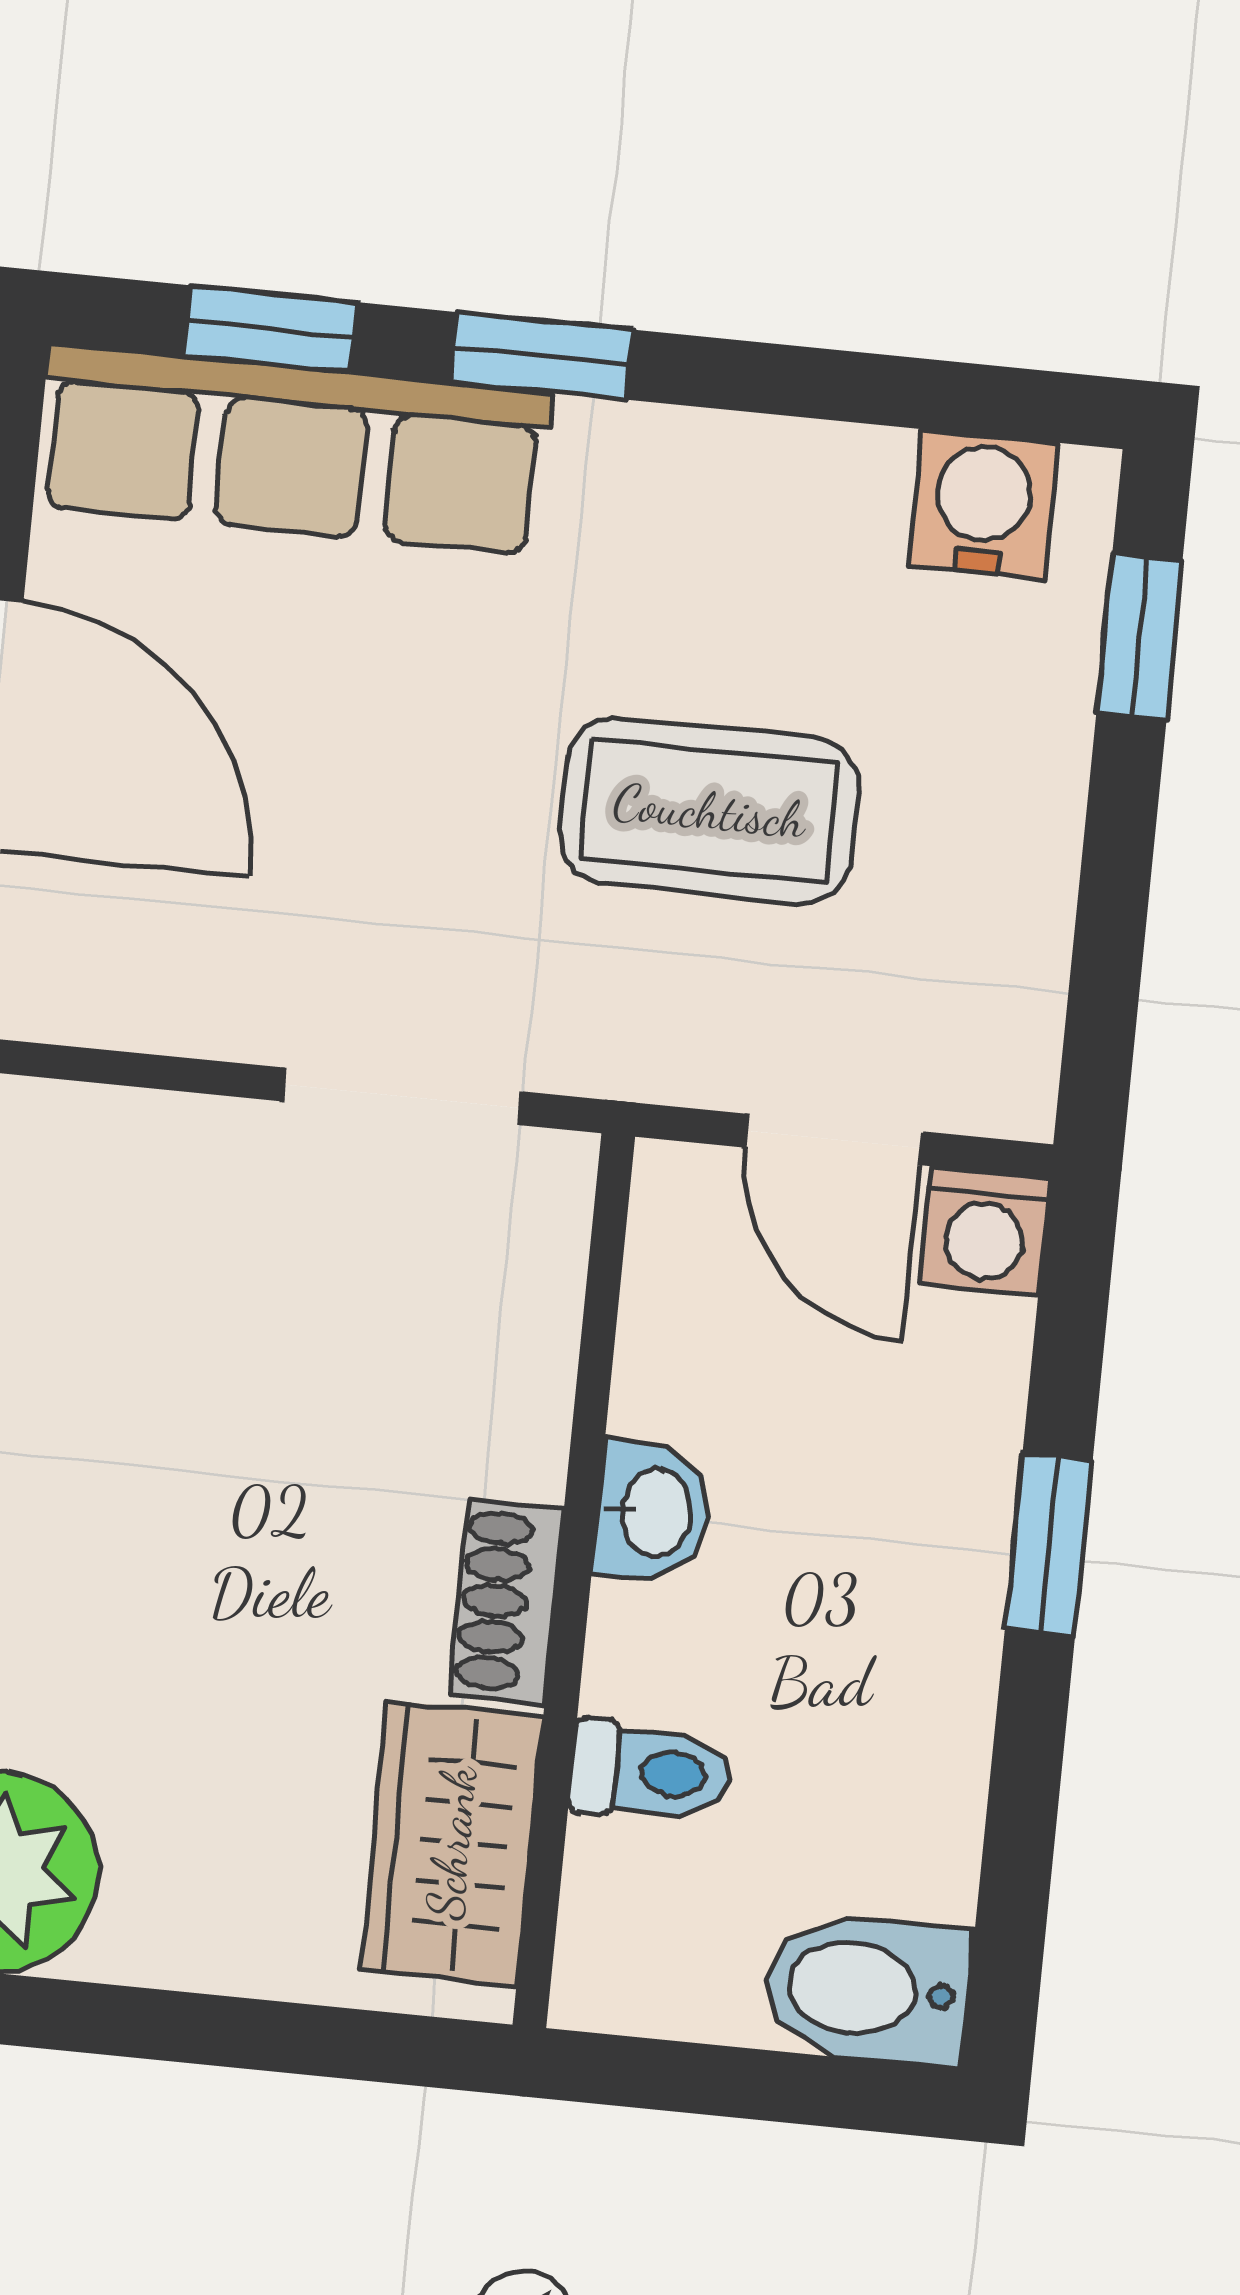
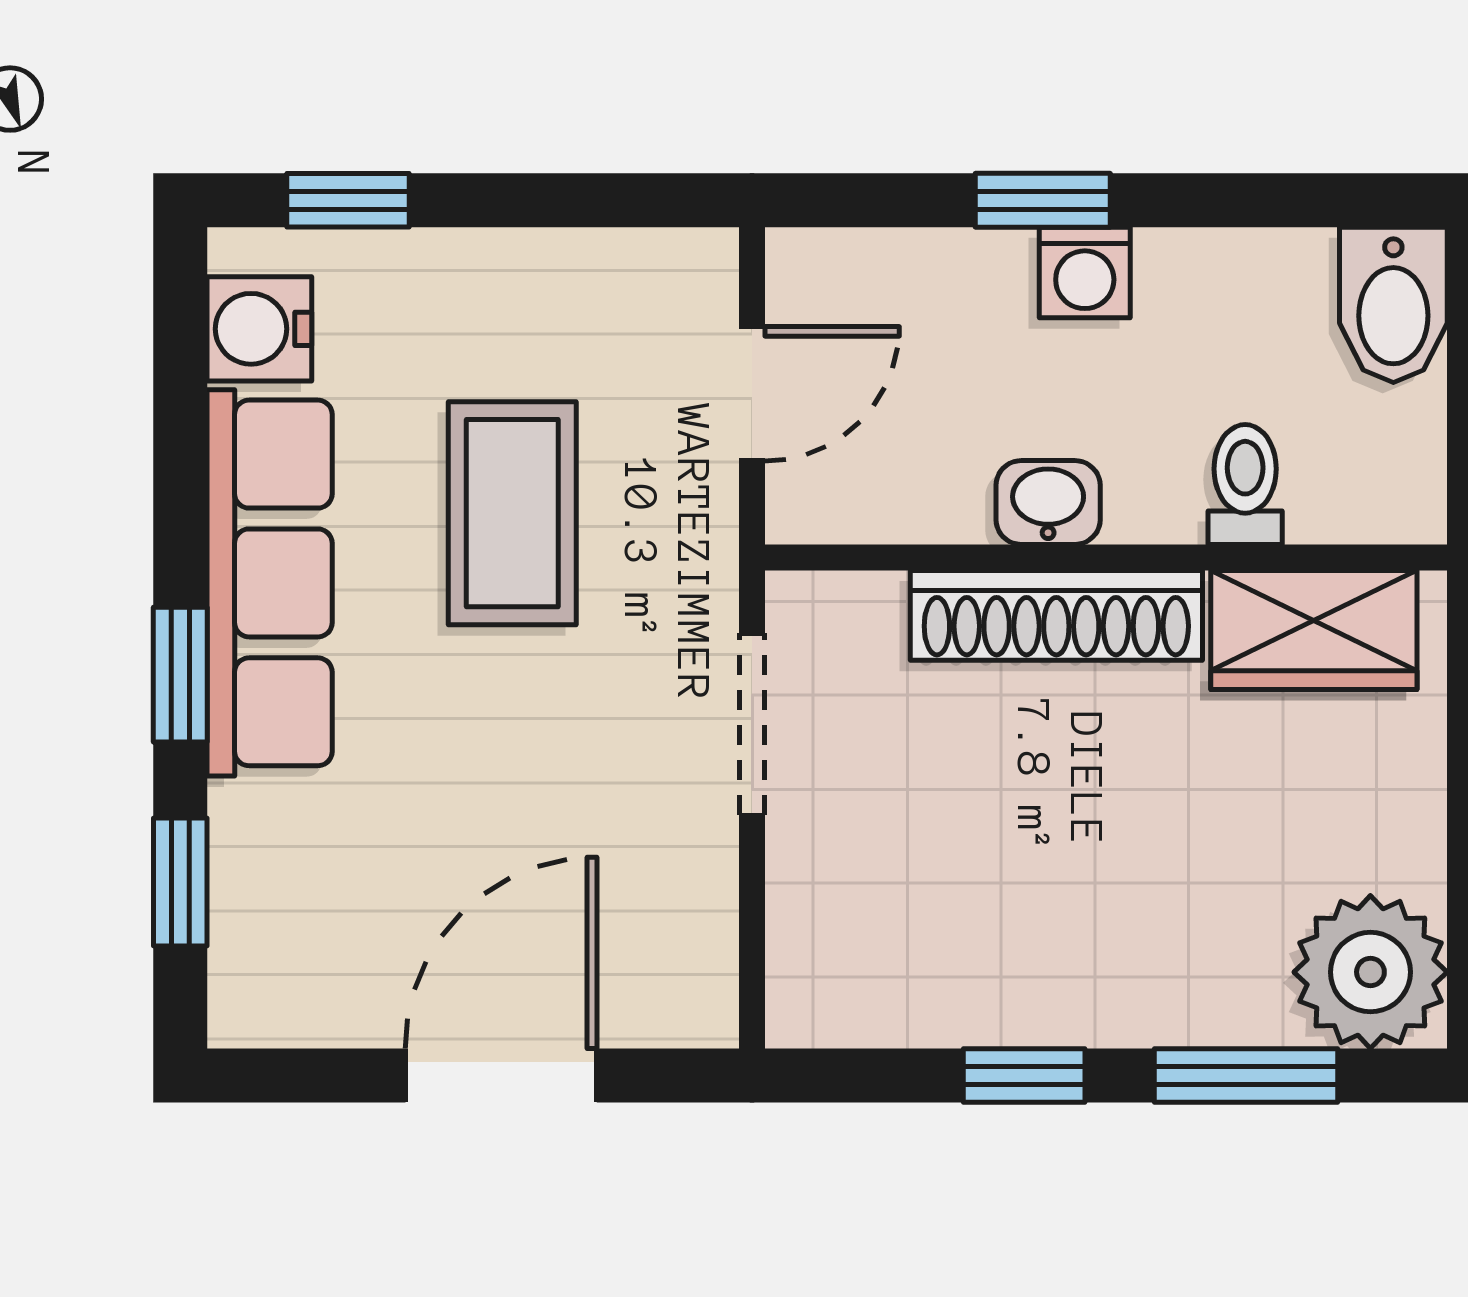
row of seats: (293, 449) -> (270, 583), moved
washing machine: (985, 1231) -> (1085, 272), moved, turned 90
shoe rack: (507, 1602) -> (1056, 615), width x1.94, depth x1.24

